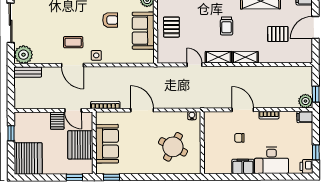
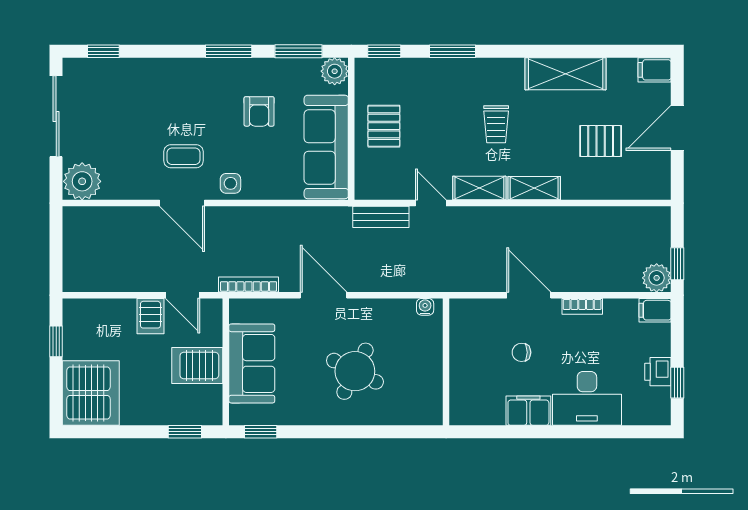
armchair: (110, 20) -> (259, 111), turned 90
sofa: (143, 31) -> (326, 147), width x1.36
bench: (28, 72) -> (381, 217), moved
server rack: (80, 145) -> (197, 365), width x0.62
round table: (173, 147) -> (355, 371), moved
printer: (306, 166) -> (658, 372), moved

